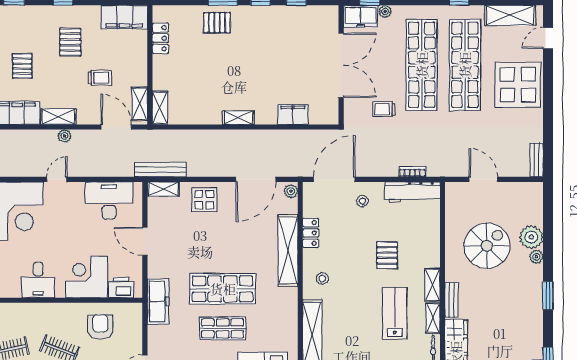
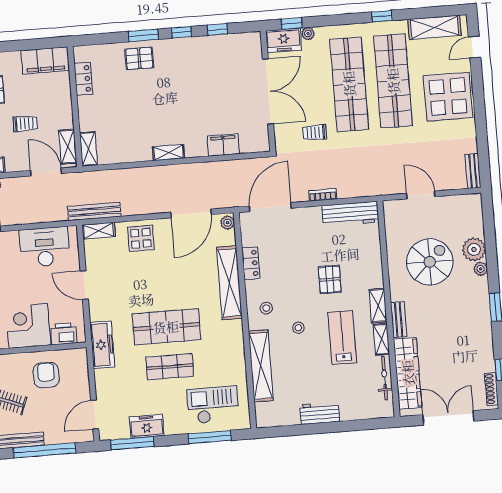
bookcase: (412, 172) -> (323, 195), moved
stool: (362, 201) -> (298, 328), moved

